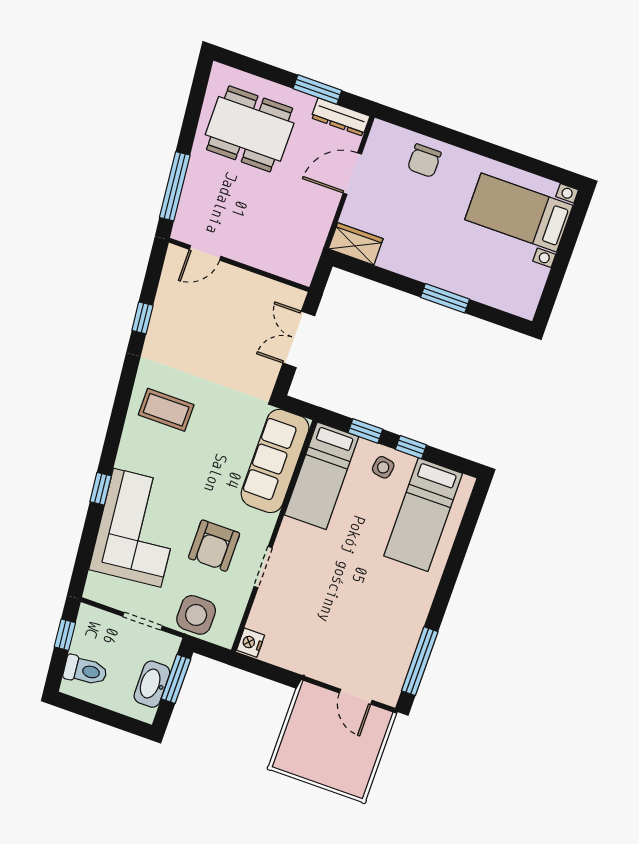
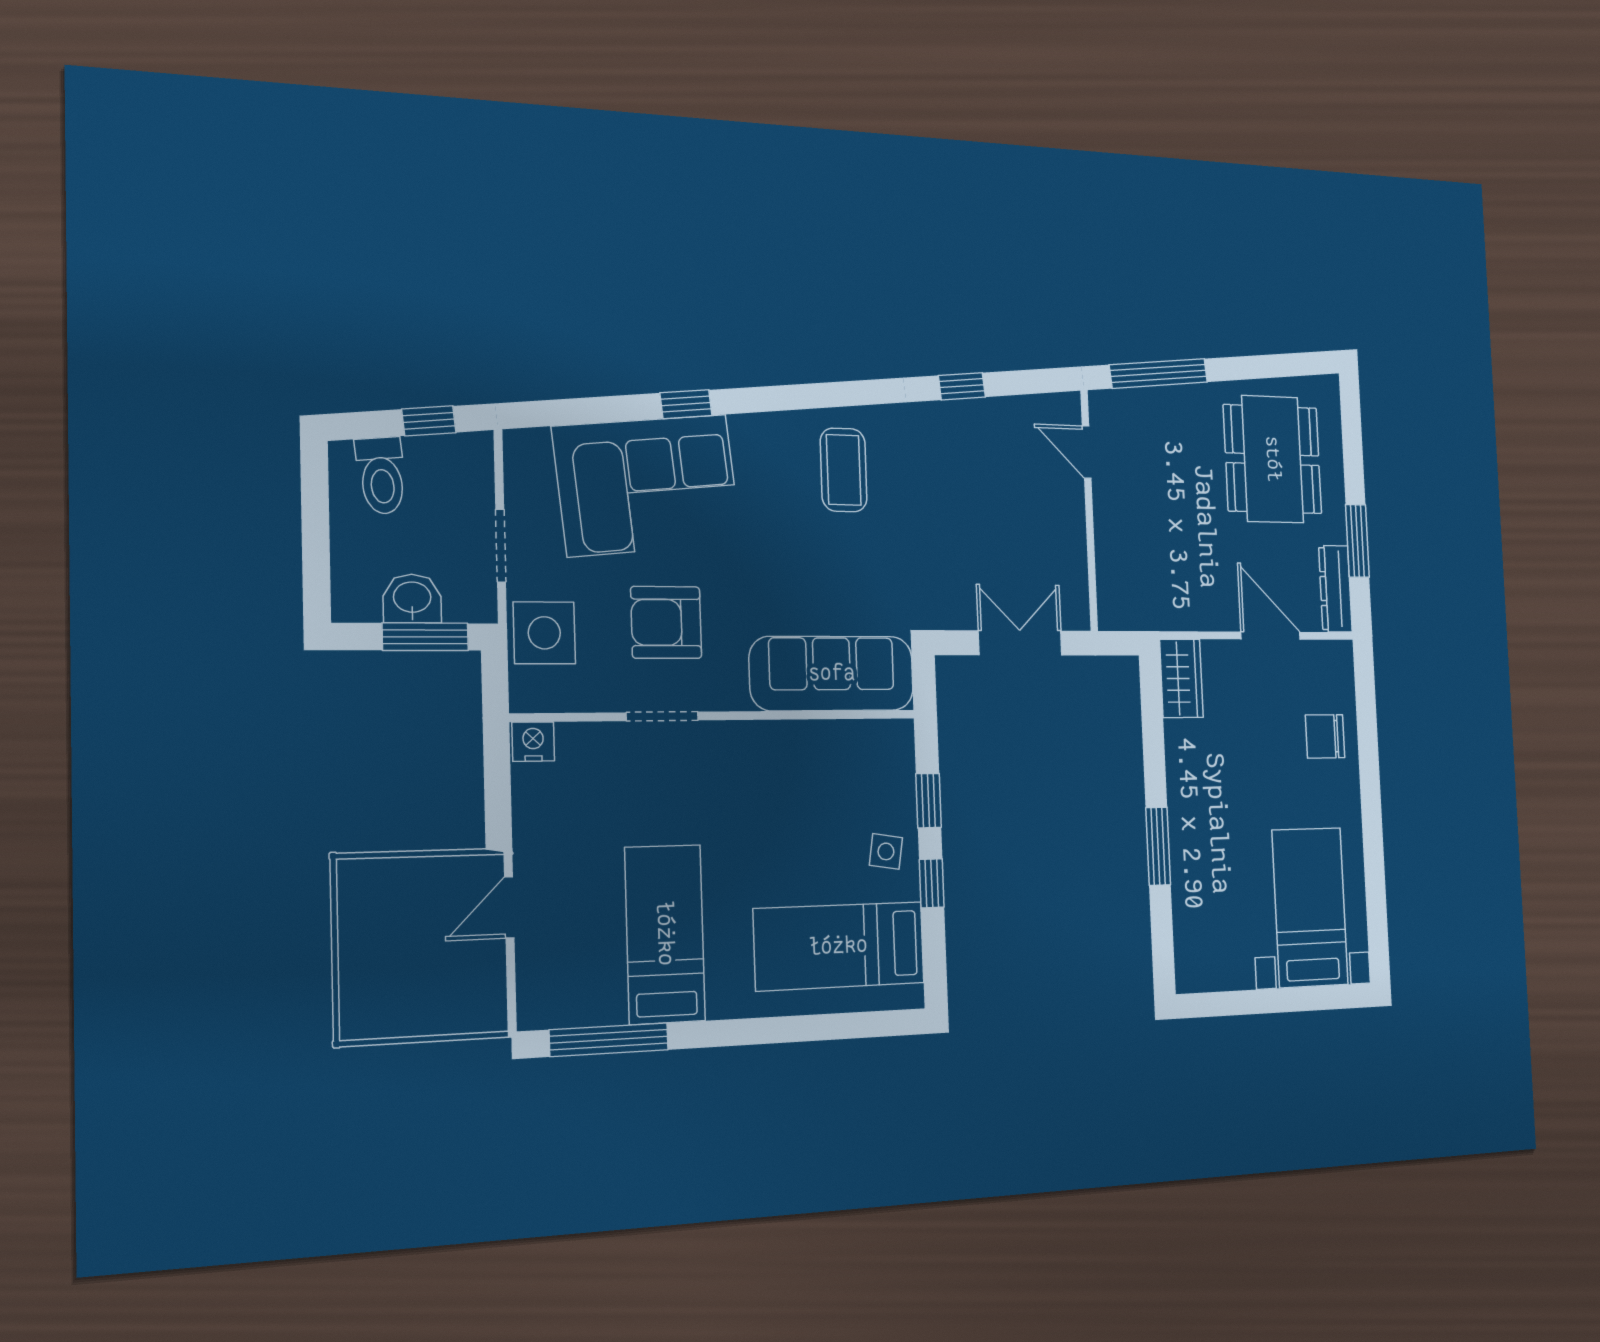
bed: (322, 476) -> (665, 934), moved, turned 90
washbasin: (152, 684) -> (412, 599), width x0.72
door: (356, 697) -> (509, 907), moved

